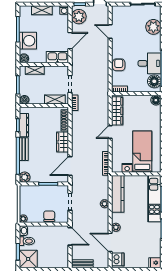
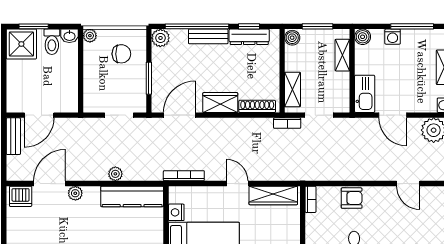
door: (110, 32) -> (408, 184), swing flipped
washing machine: (28, 41) -> (393, 37), width x0.53, depth x0.53
door: (70, 166) -> (179, 115), hinge flipped
chair: (49, 216) -> (121, 54), moved
door: (70, 236) -> (39, 115), moved

